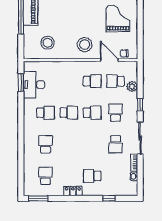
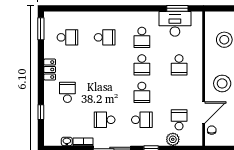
school desk: (92, 81) -> (179, 65), moved

